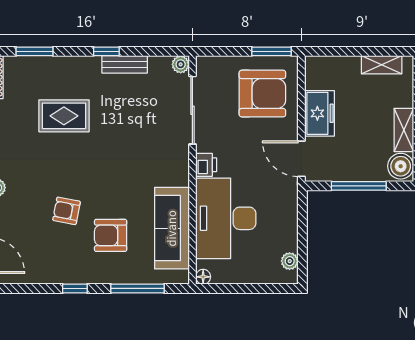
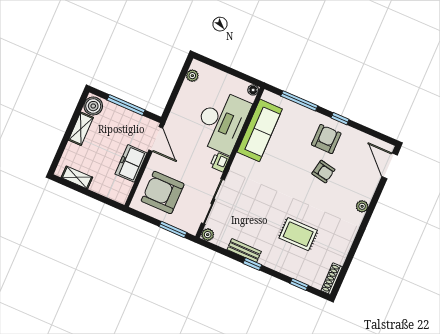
window: (35, 51) -> (299, 284), width x0.67
window: (272, 51) -> (173, 230), moved
armchair: (111, 235) -> (326, 139), moved, turned -90

